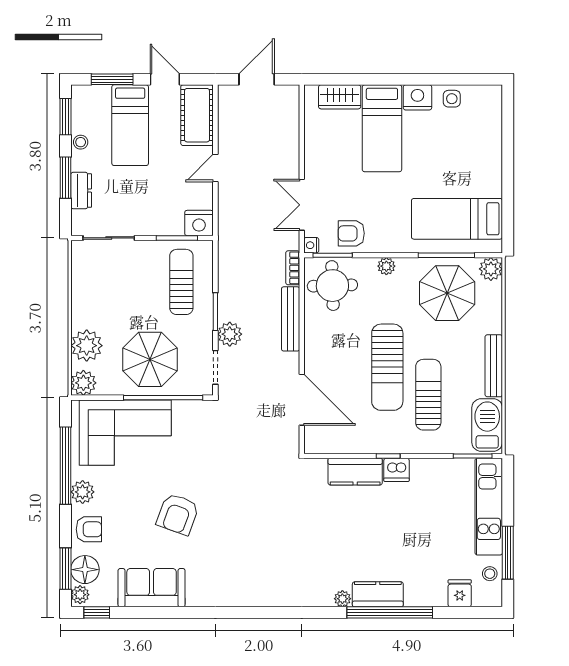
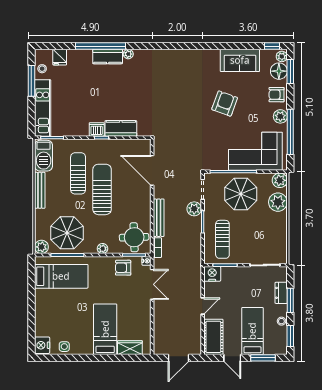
nightstand: (417, 97) -> (42, 345), moved, turned 90
armchair: (351, 233) -> (123, 268), turned 180
sun lounger: (428, 395) -> (78, 173), turned 180

